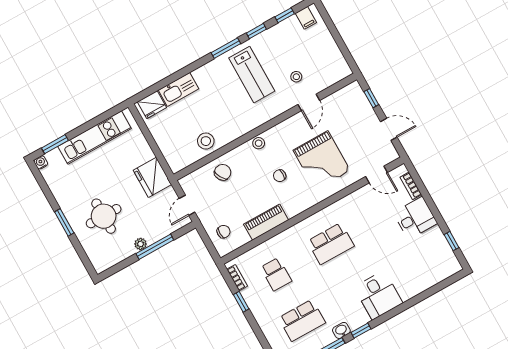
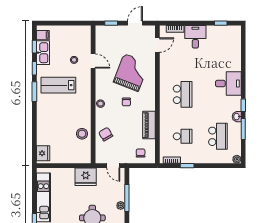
lab bench: (252, 75) -> (58, 85), turned 180
kitchen sink: (178, 89) -> (43, 53), moved
grand piano: (322, 160) -> (131, 72), turned -69

